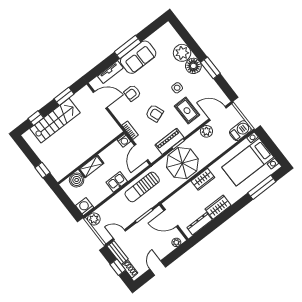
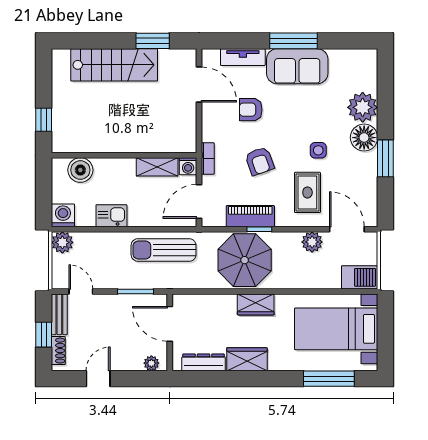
window: (36, 118) -> (90, 41), removed
shelving: (91, 166) -> (157, 167), moved
kitchen sink: (117, 182) -> (111, 216), moved

